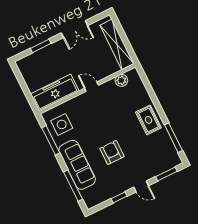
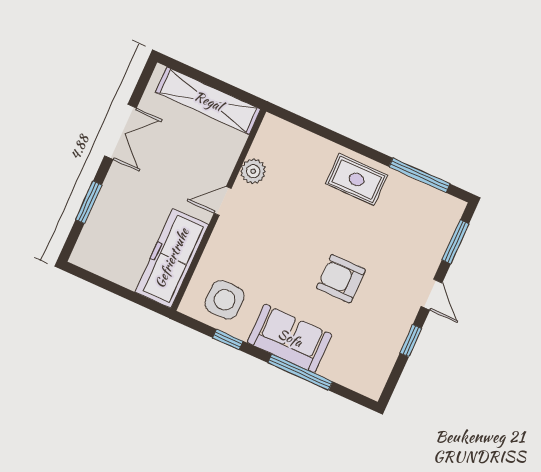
plant: (121, 80) -> (253, 171), moved
window: (51, 140) -> (228, 339), width x0.46
sofa: (77, 165) -> (290, 338), width x0.73
window: (73, 186) -> (300, 372), moved
door: (141, 186) -> (432, 295), hinge flipped

